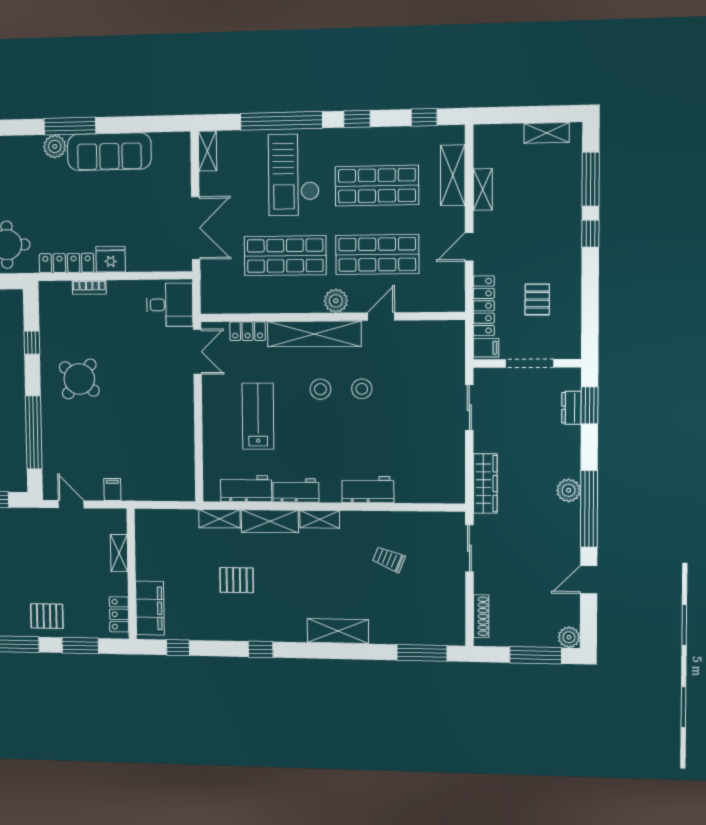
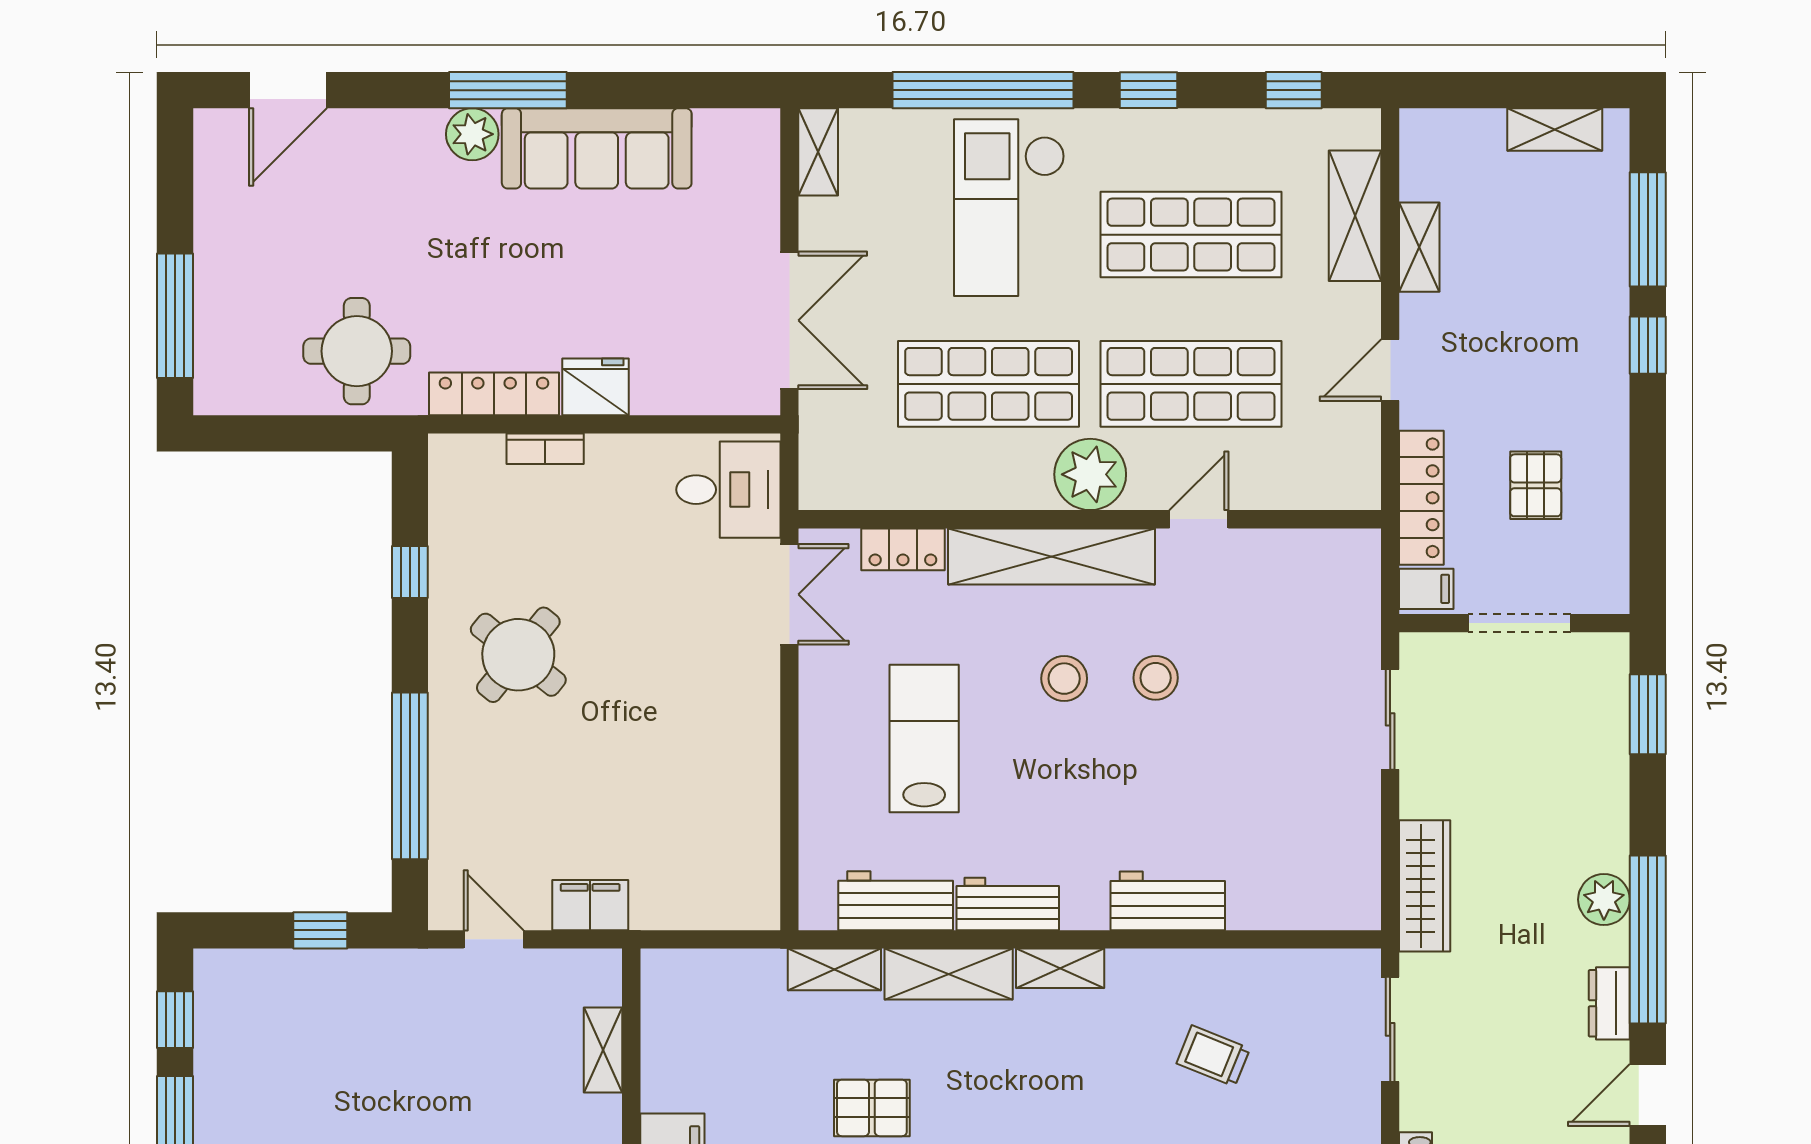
plant: (336, 301) -> (1090, 474), width x1.36, depth x1.36
dresser: (571, 408) -> (1609, 1003), moved
filing cabinet: (112, 490) -> (590, 905), width x2.00

